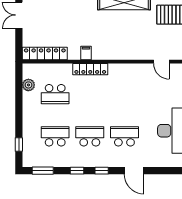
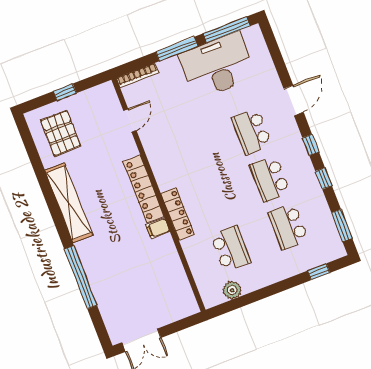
locker: (45, 54) -> (144, 189), moved

